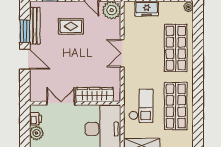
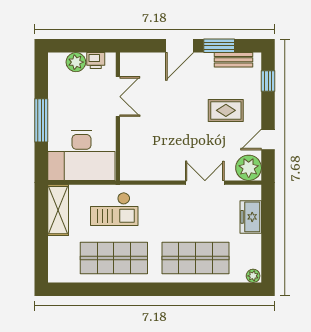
bench: (35, 26) -> (234, 60), width x0.73
rug: (71, 26) -> (226, 110), turned 90
double door: (122, 53) -> (205, 183), moved
wardrobe: (95, 94) -> (130, 144), removed

